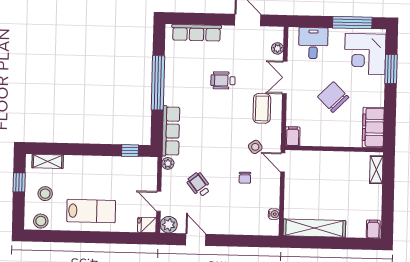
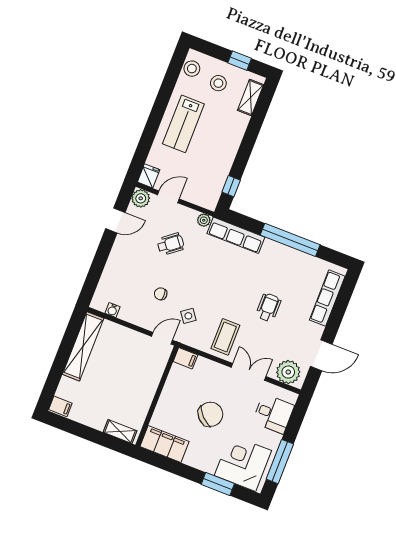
plant: (277, 48) -> (288, 372), width x1.88, depth x1.88
coffee table: (262, 108) -> (225, 337), turned 90

